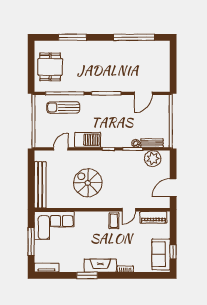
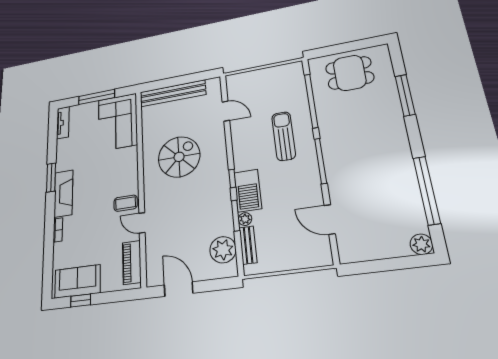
plant: (164, 46) -> (421, 244), added
sun lounger: (63, 107) -> (284, 136), moved
barbecue: (88, 140) -> (248, 191), moved

